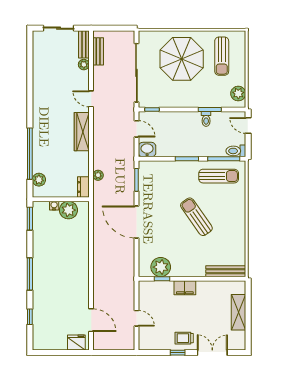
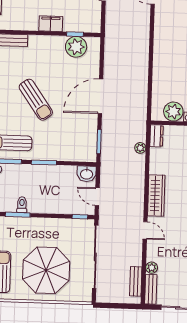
door: (136, 222) -> (101, 96), swing flipped

